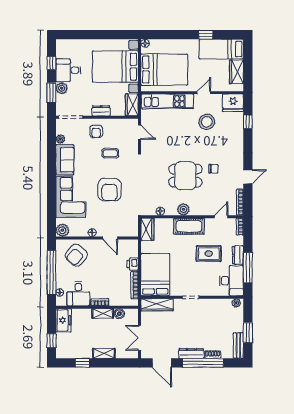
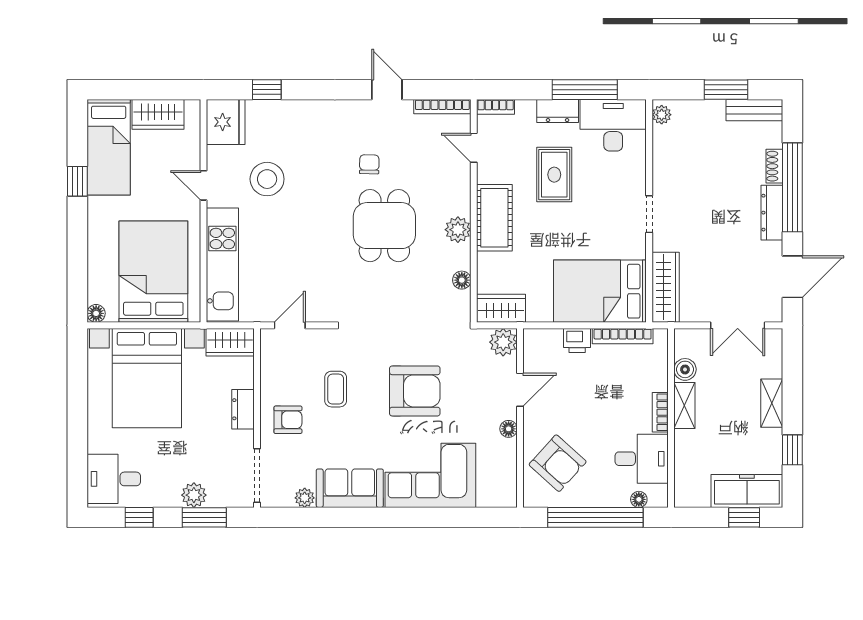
desk: (68, 70) -> (114, 479), moved, turned 90
plant: (62, 230) -> (503, 342), moved
freezer: (64, 320) -> (747, 491), moved, width x1.40

